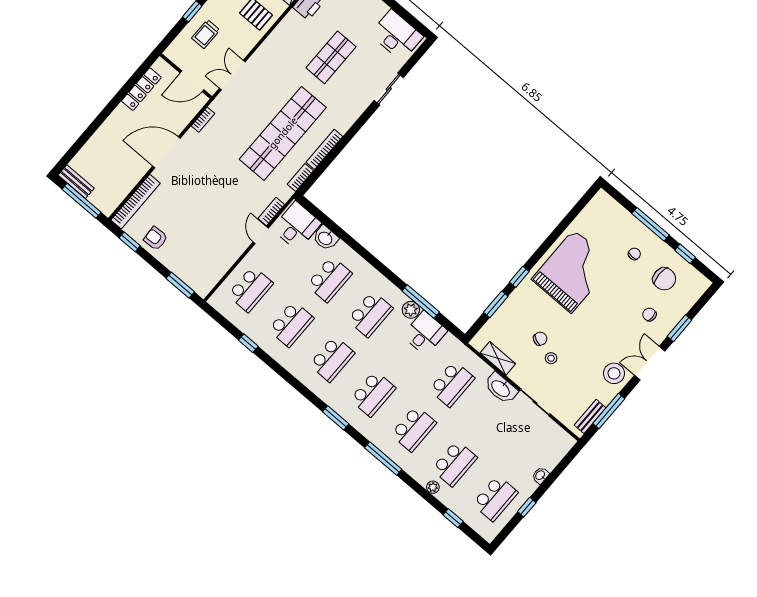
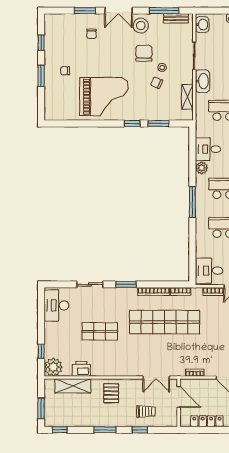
window: (357, 127) -> (126, 284), added
window: (650, 224) -> (41, 76), width x0.69
washbasin: (326, 238) -> (202, 25), moved
grand piano: (573, 271) -> (104, 97), turned 180
chair: (664, 279) -> (144, 53), moved
window: (421, 302) -> (192, 202), moved

